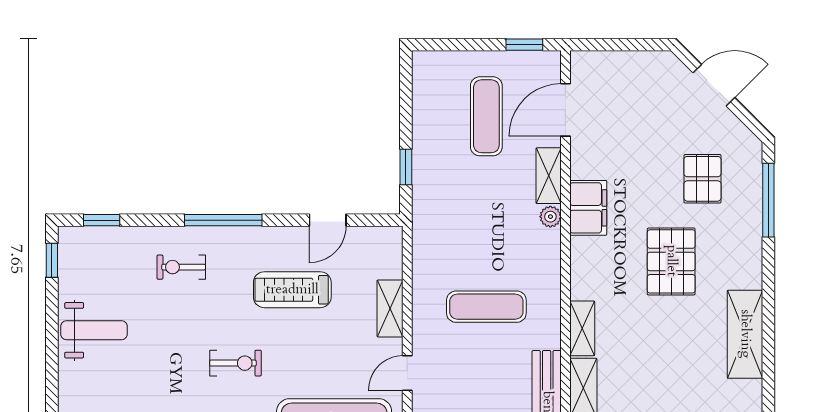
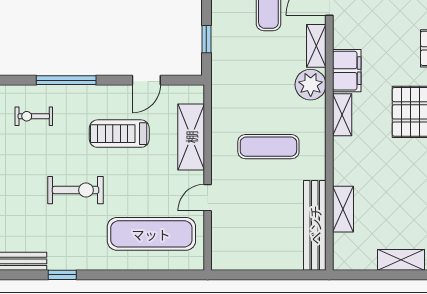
plant: (550, 217) -> (311, 85), width x1.88, depth x1.88
shelving: (390, 308) -> (191, 137), width x1.50, depth x1.33
shelving: (582, 328) -> (342, 115), moved
exercise bike: (235, 363) -> (76, 190), width x1.38, depth x1.39

